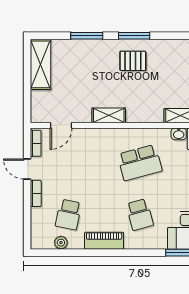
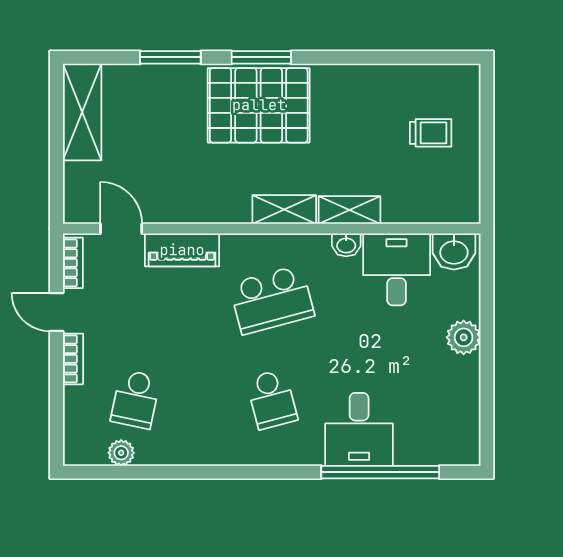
pallet: (133, 61) -> (259, 105), width x2.05, depth x2.00
shelving: (109, 115) -> (284, 210), moved
door: (61, 125) -> (121, 229), swing flipped
piano: (104, 241) -> (182, 250), moved, turned 180

